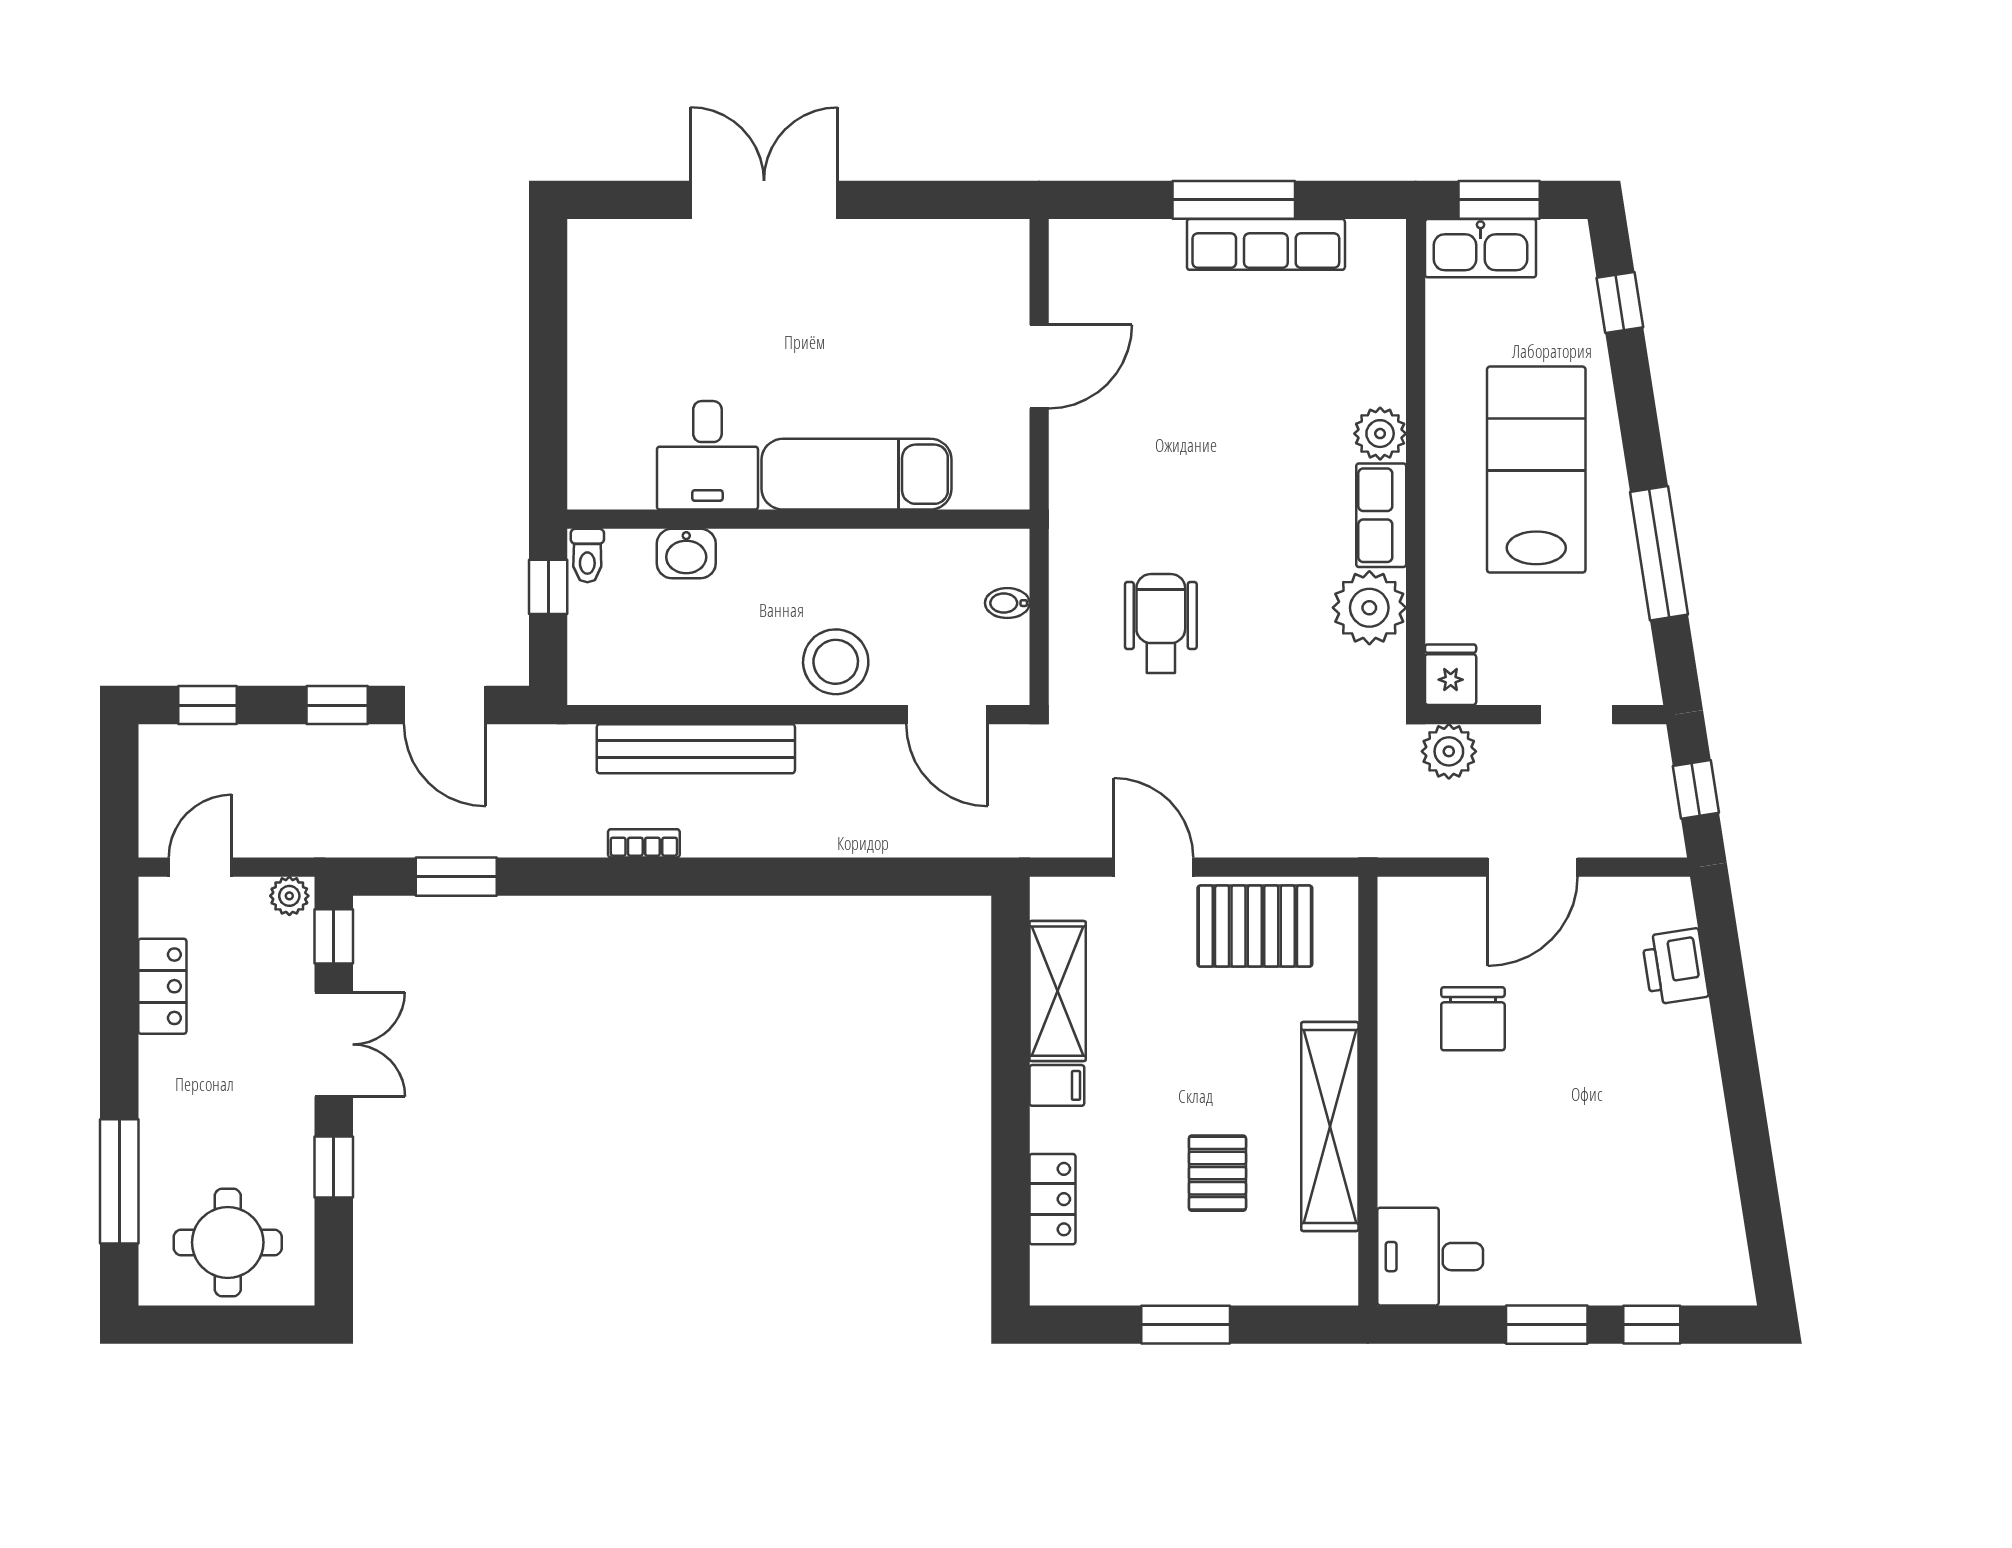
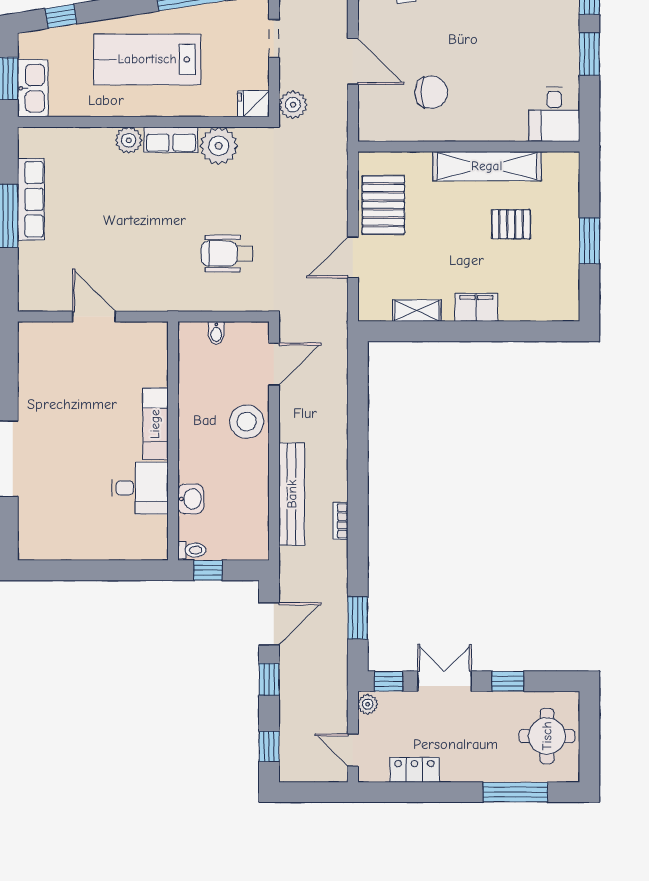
exam couch: (857, 474) -> (155, 424), width x0.73, depth x0.69
shelving: (1058, 991) -> (417, 311), width x0.67, depth x0.75
filing cabinet: (1057, 1085) -> (476, 307), width x2.00
locker: (1052, 1199) -> (525, 310), removed

